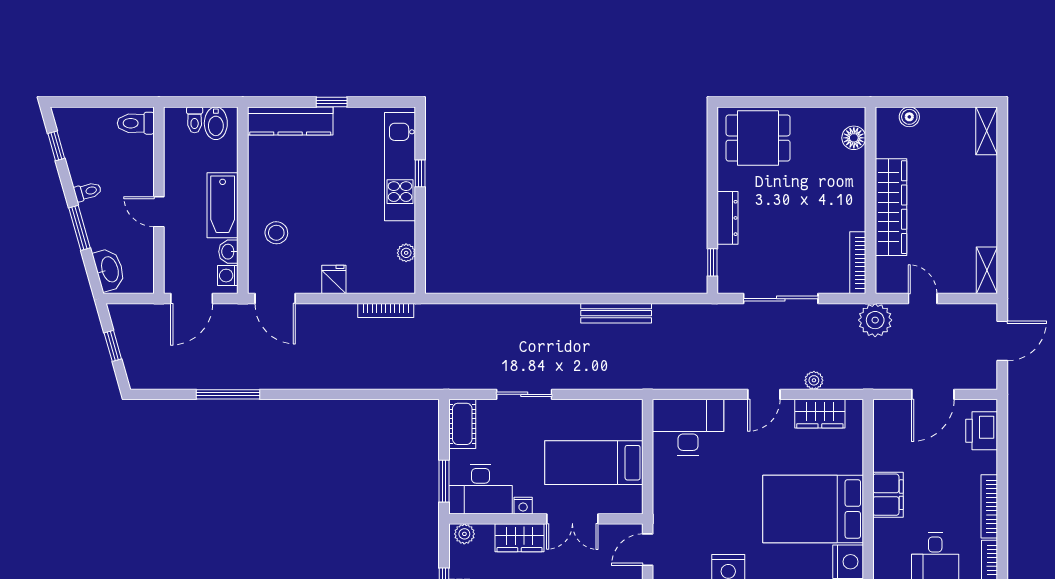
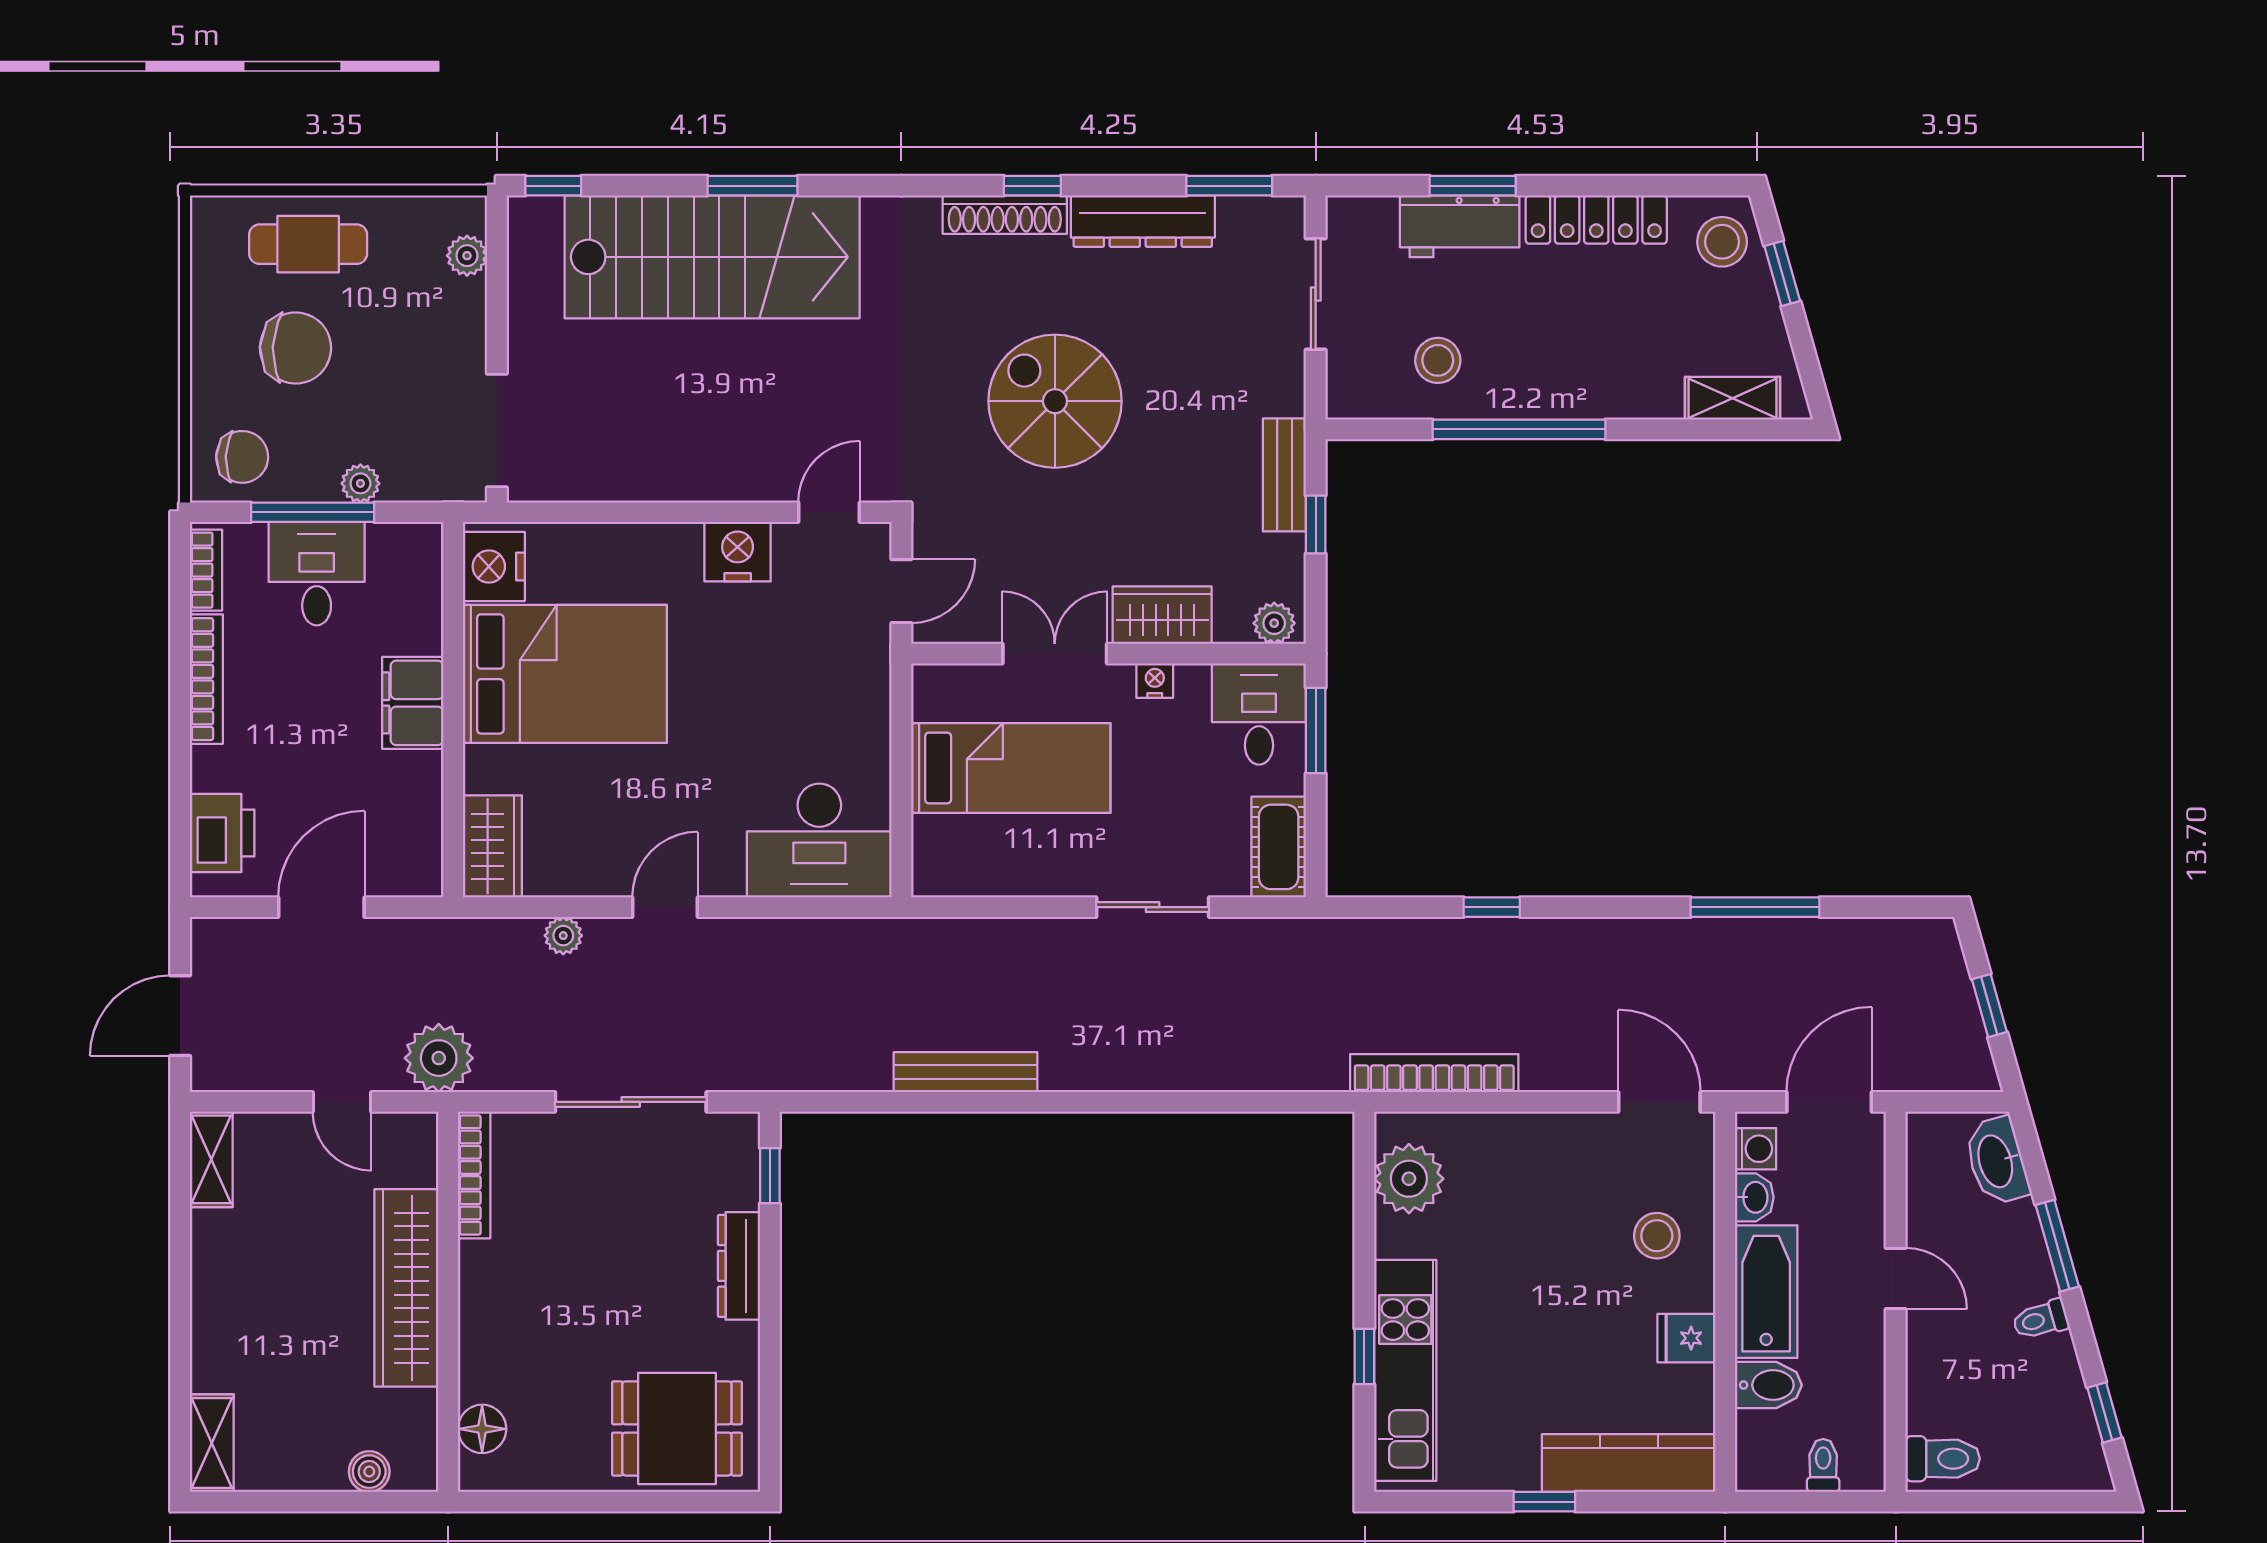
bidet: (216, 123) -> (1768, 1385), moved, turned 90
plant: (406, 253) -> (1409, 1179), width x1.87, depth x1.87
fridge: (334, 279) -> (1686, 1338), moved, turned 90
bookcase: (386, 310) -> (1434, 1073), width x1.48, depth x1.31
window: (358, 394) -> (1492, 907), added
wardrobe: (820, 414) -> (492, 846), moved, turned 90
desk: (481, 489) -> (1259, 714), width x0.73

